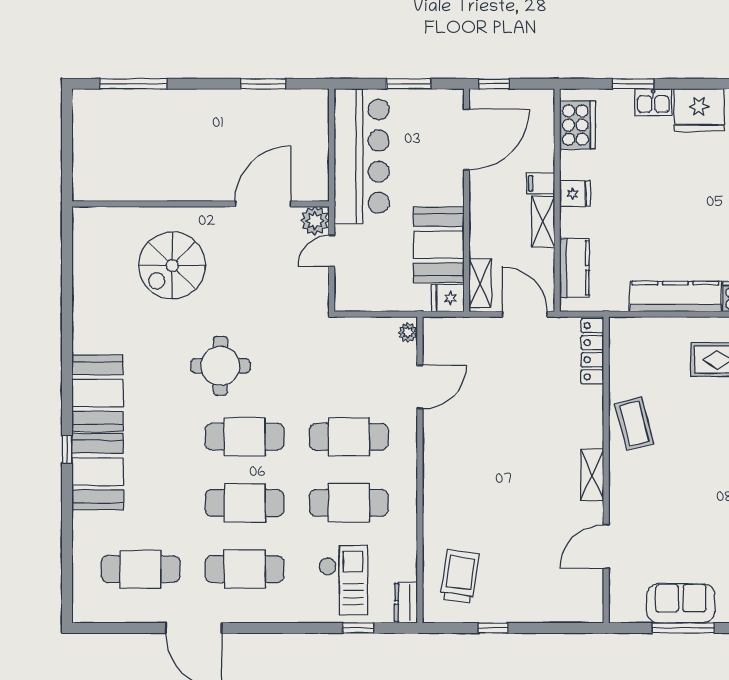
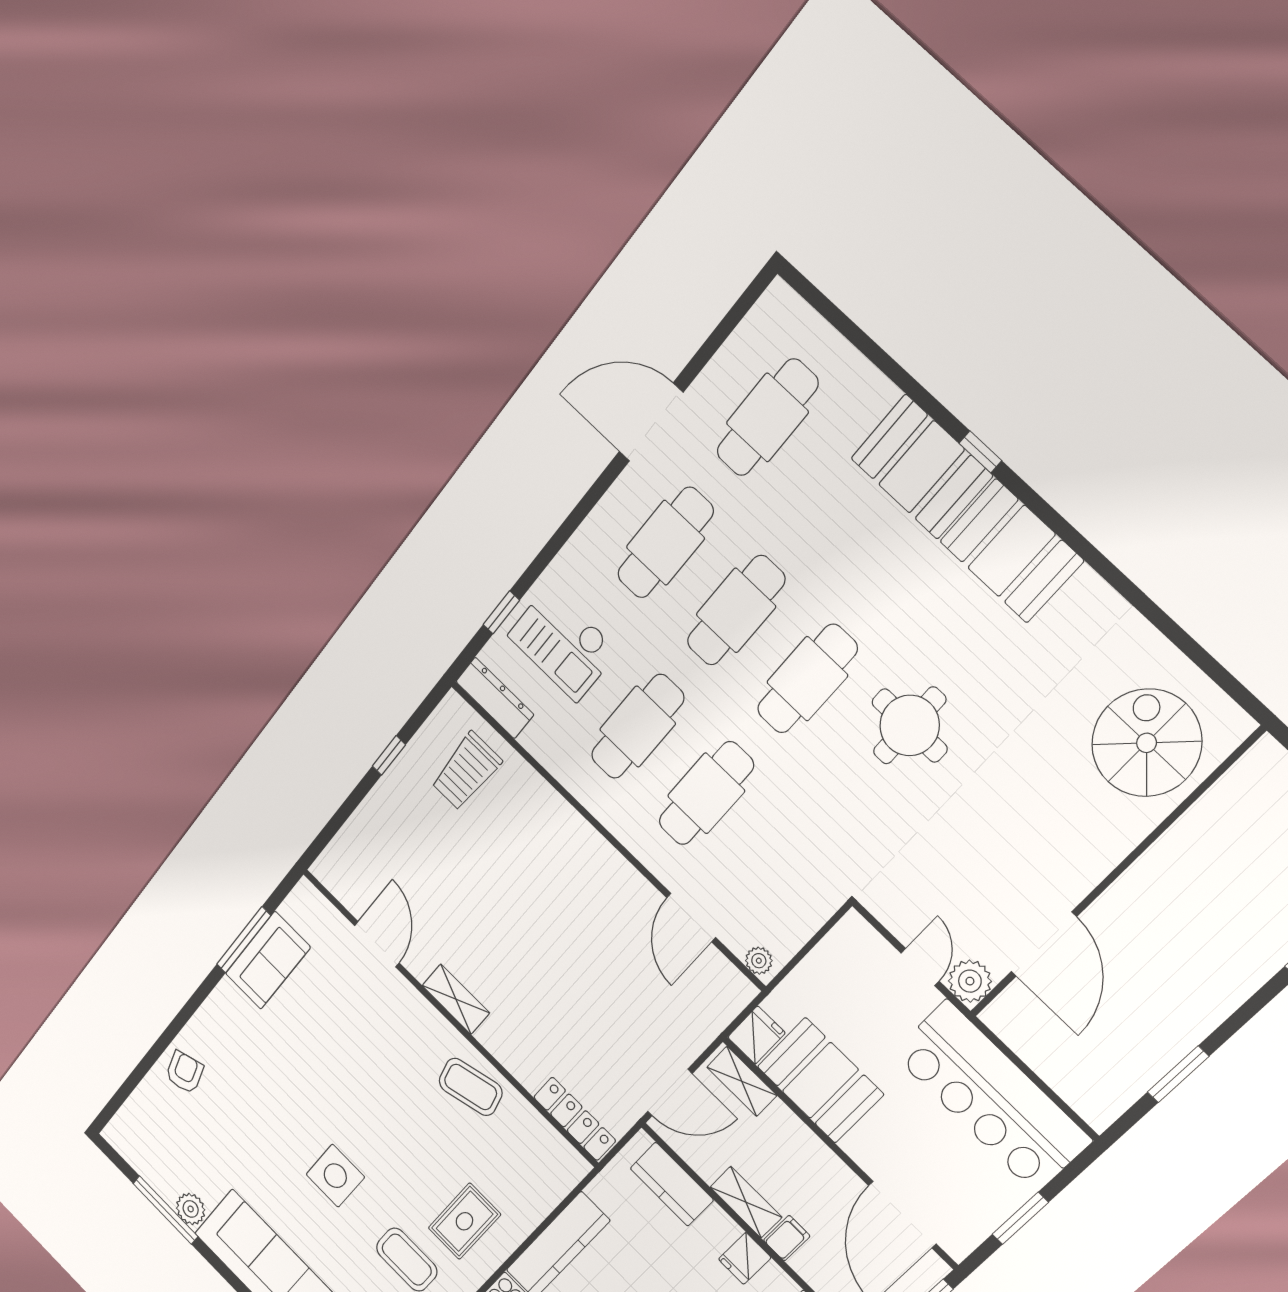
spiral stairs: (172, 265) -> (1147, 743), moved
trolley: (460, 576) -> (466, 771), turned 82
dresser: (406, 602) -> (495, 698), width x1.44

